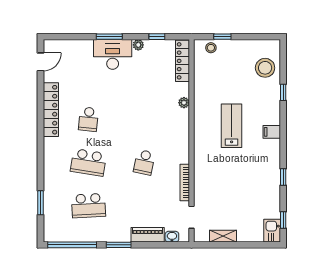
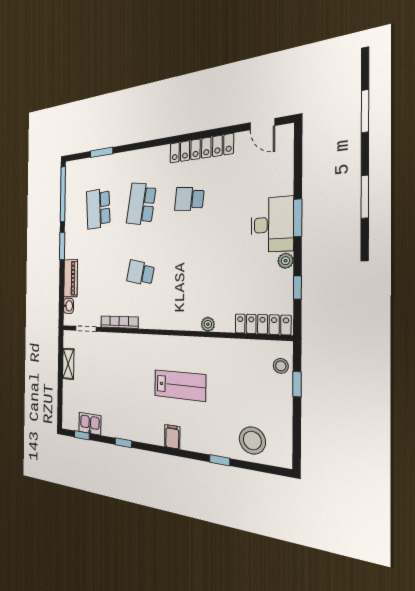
kitchen sink: (272, 231) -> (90, 424), moved

